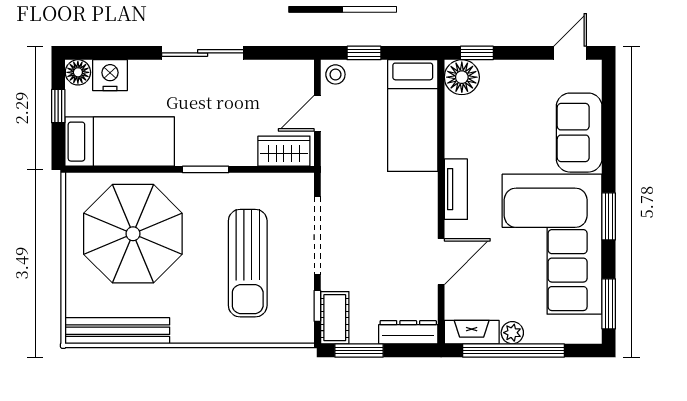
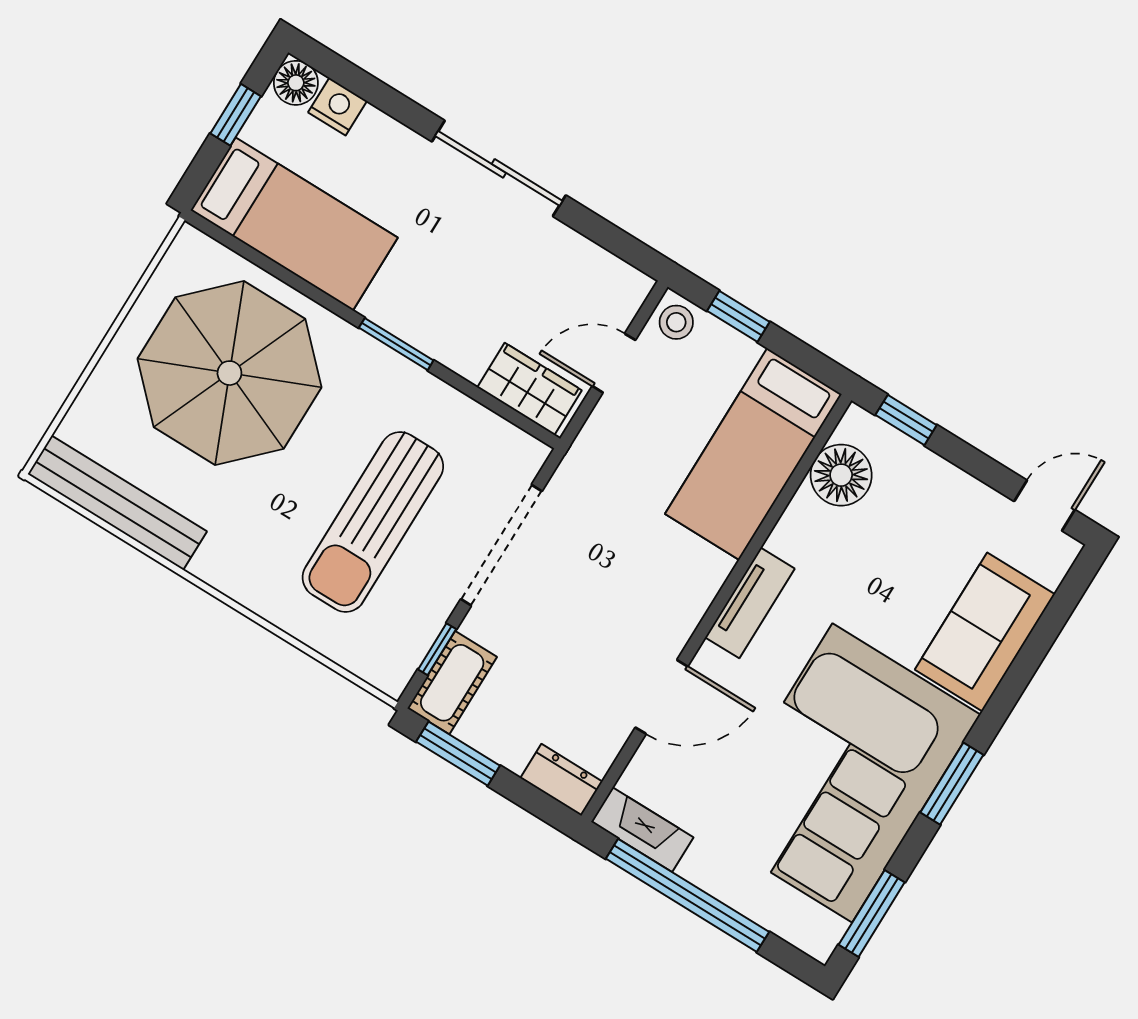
nightstand: (110, 75) -> (338, 107), width x0.74, depth x0.75
floor lamp: (462, 77) -> (841, 475), moved
dresser: (408, 332) -> (561, 780), width x0.70
plant: (512, 333) -> (702, 868), removed

